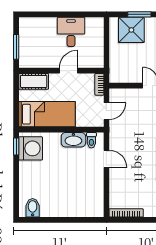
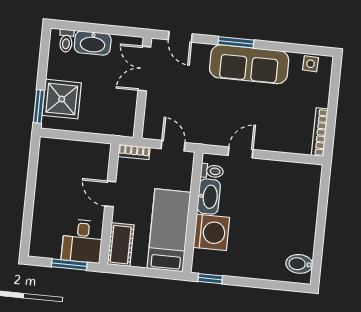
window: (139, 14) -> (39, 106), moved
desk: (71, 32) -> (82, 241), moved, turned -90
washing machine: (31, 148) -> (211, 232), moved, turned 90

